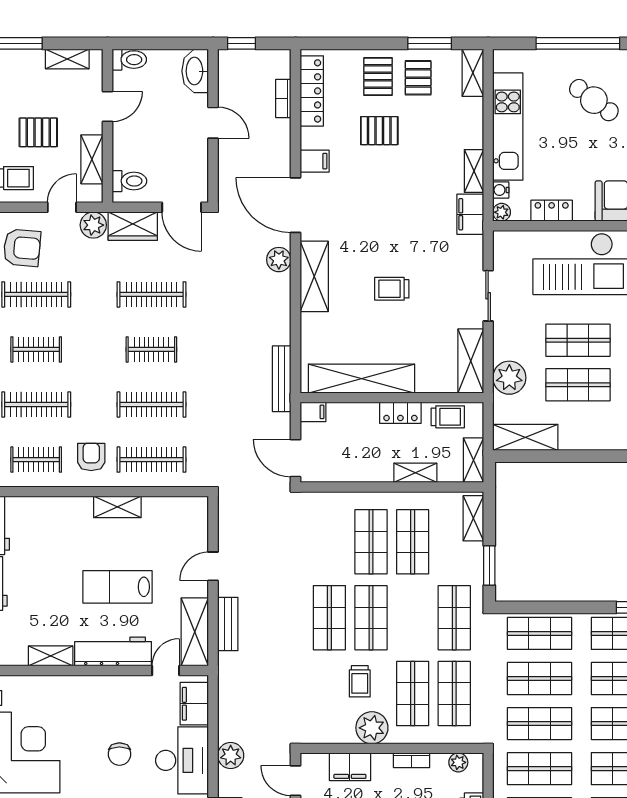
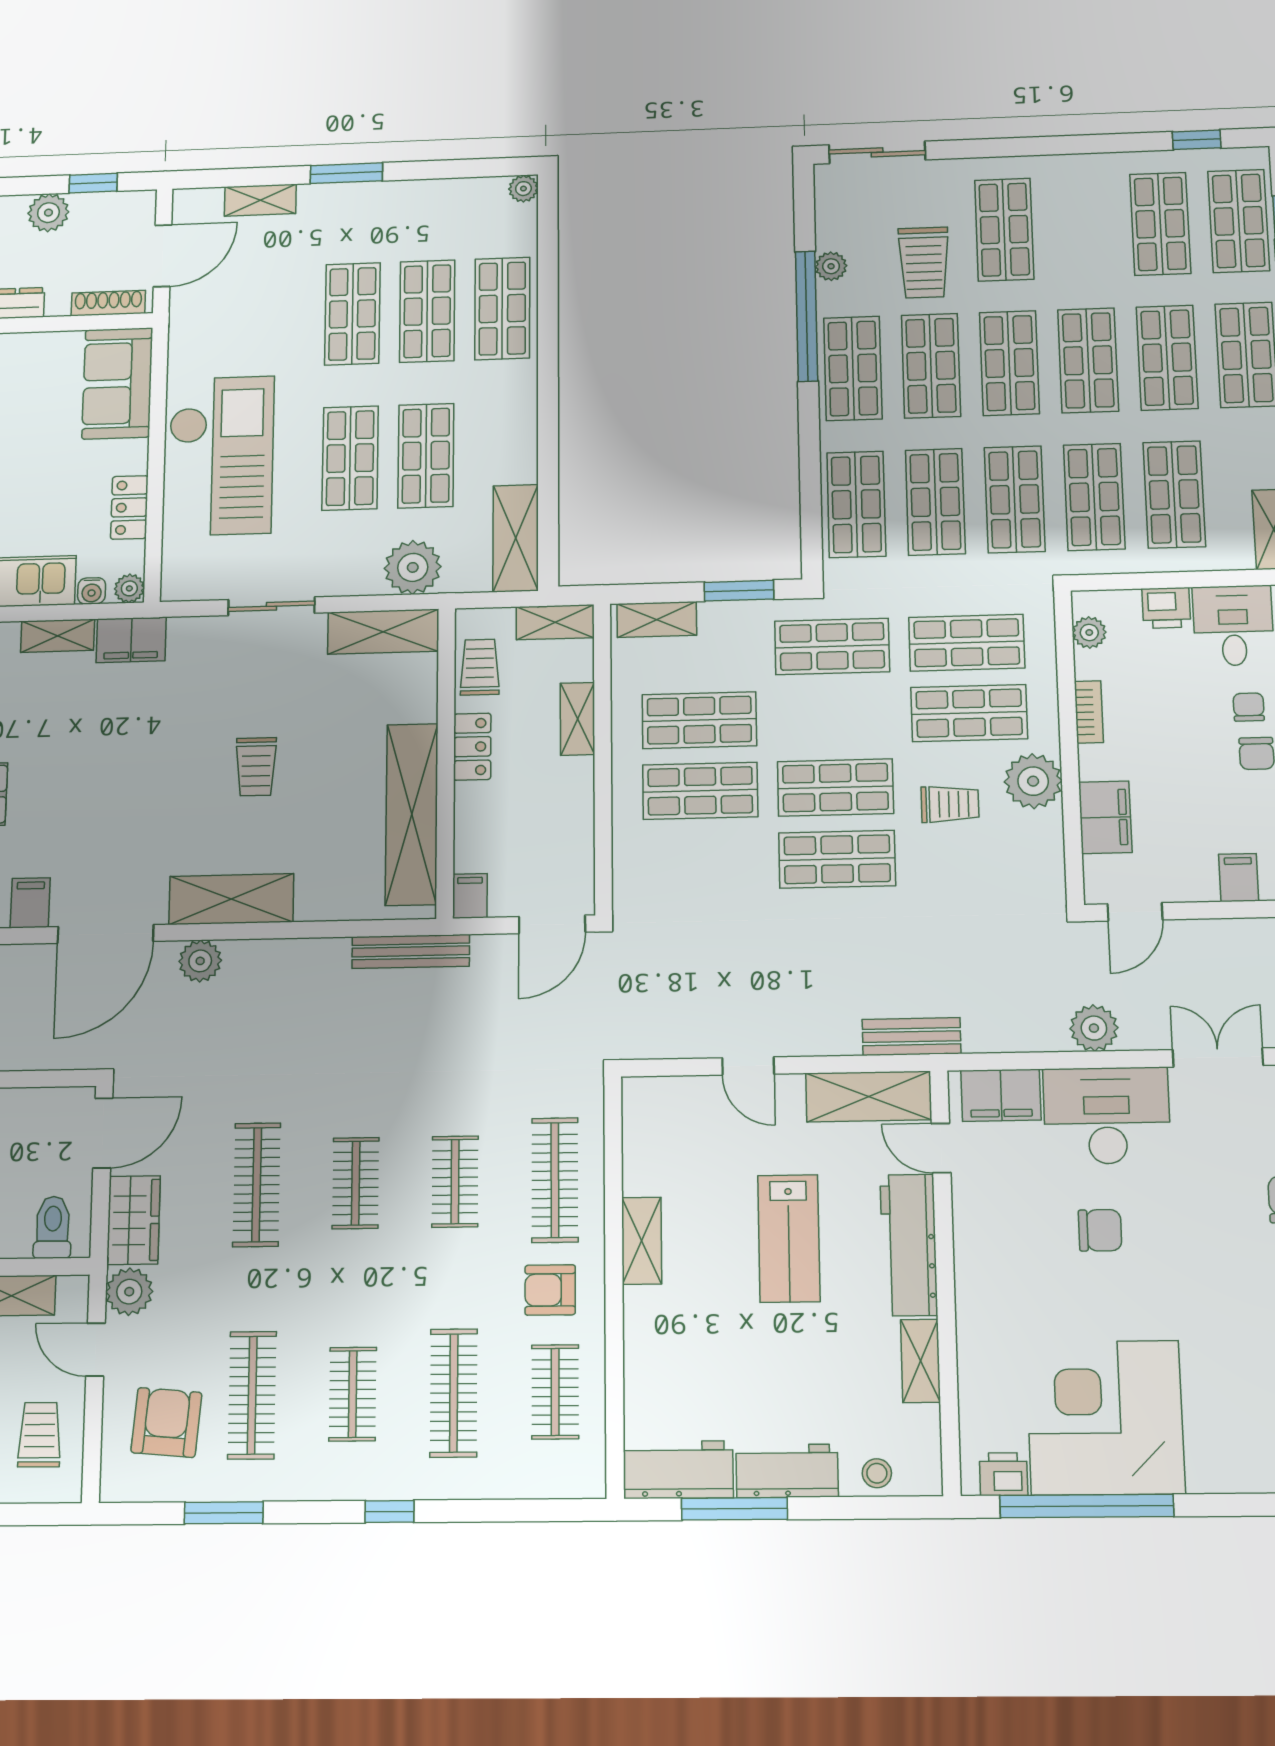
clothes rail: (151, 405) -> (455, 1182), width x0.73
bench: (228, 624) -> (911, 1037), moved

